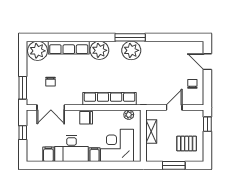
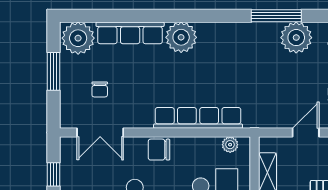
window: (130, 37) -> (276, 16), moved
plant: (131, 50) -> (296, 38), moved
window: (23, 88) -> (54, 71), moved

